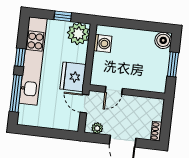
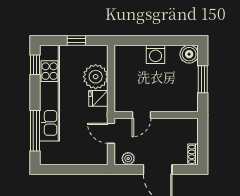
plant: (78, 34) -> (96, 77), moved
washing machine: (103, 43) -> (156, 54), moved, turned 90
window: (20, 57) -> (35, 65), moved
fridge: (73, 77) -> (98, 98), width x0.53, depth x0.75

